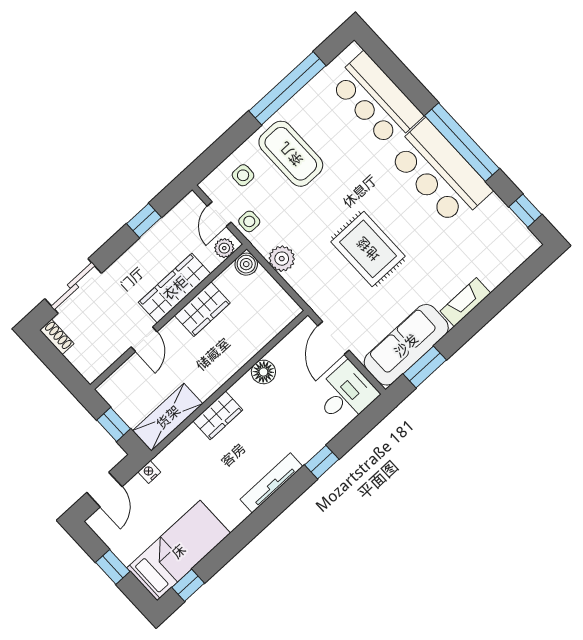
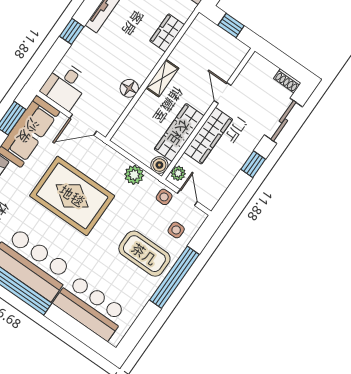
window: (287, 88) -> (174, 277), moved
window: (144, 221) -> (253, 164), moved
rug: (368, 249) -> (72, 196), width x1.37, depth x1.44
wardrobe: (202, 309) -> (179, 132), width x1.50
door: (333, 338) -> (83, 125), swing flipped
wardrobe: (218, 415) -> (167, 33), moved
shelving: (168, 417) -> (162, 78), moved, width x0.67, depth x0.75

